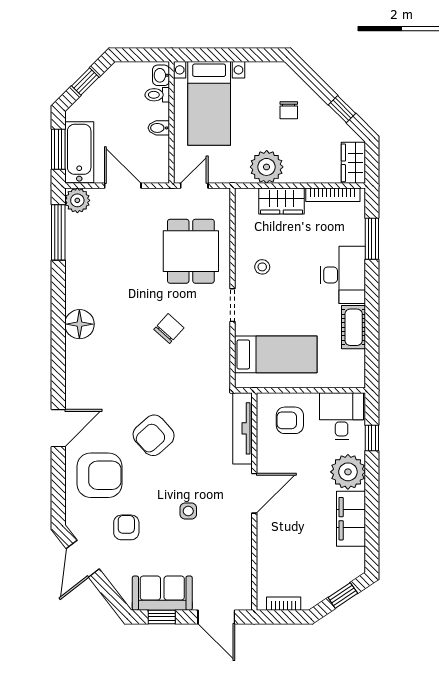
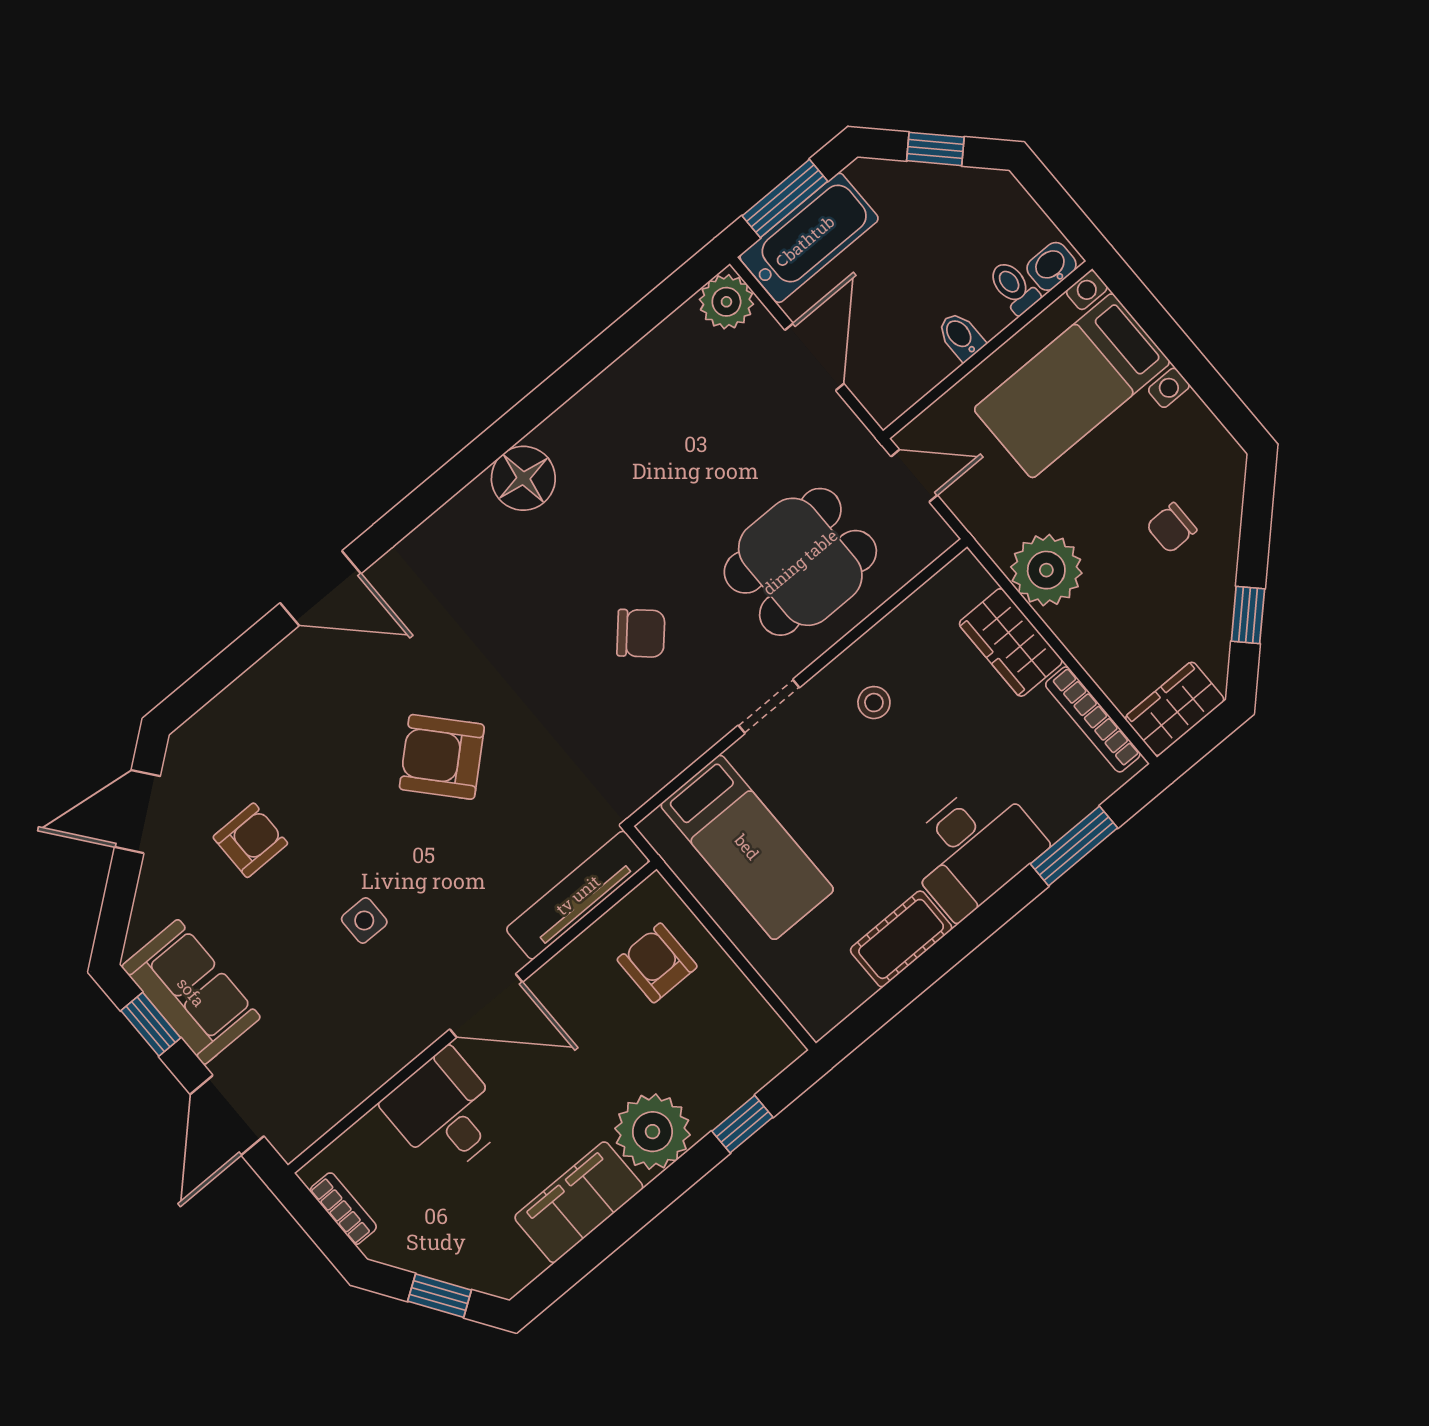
window: (58, 232) -> (646, 315), removed
desk: (342, 416) -> (446, 1113), moved, turned -90
armchair: (99, 475) -> (300, 723), removed

